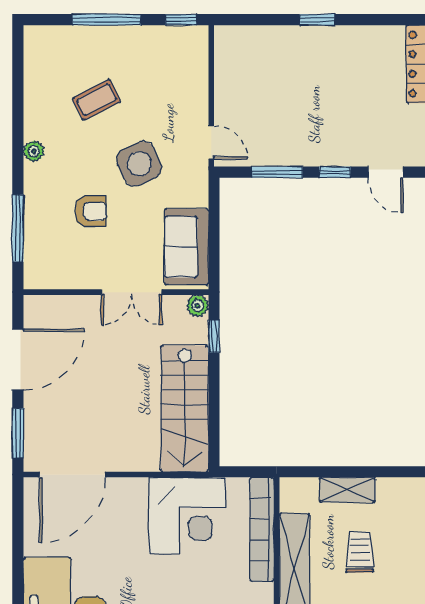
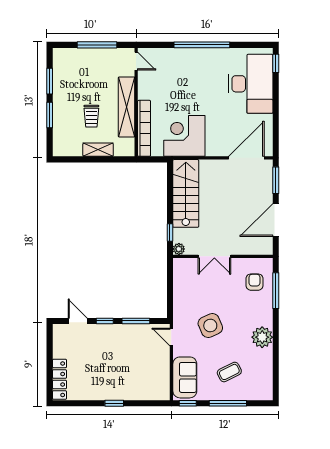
coffee table: (97, 100) -> (229, 372), moved
plant: (34, 151) -> (262, 337), width x1.88, depth x1.88
armchair: (91, 211) -> (254, 282), moved, turned 90
sofa: (186, 247) -> (185, 377), moved
double door: (131, 292) -> (214, 256), swing flipped

